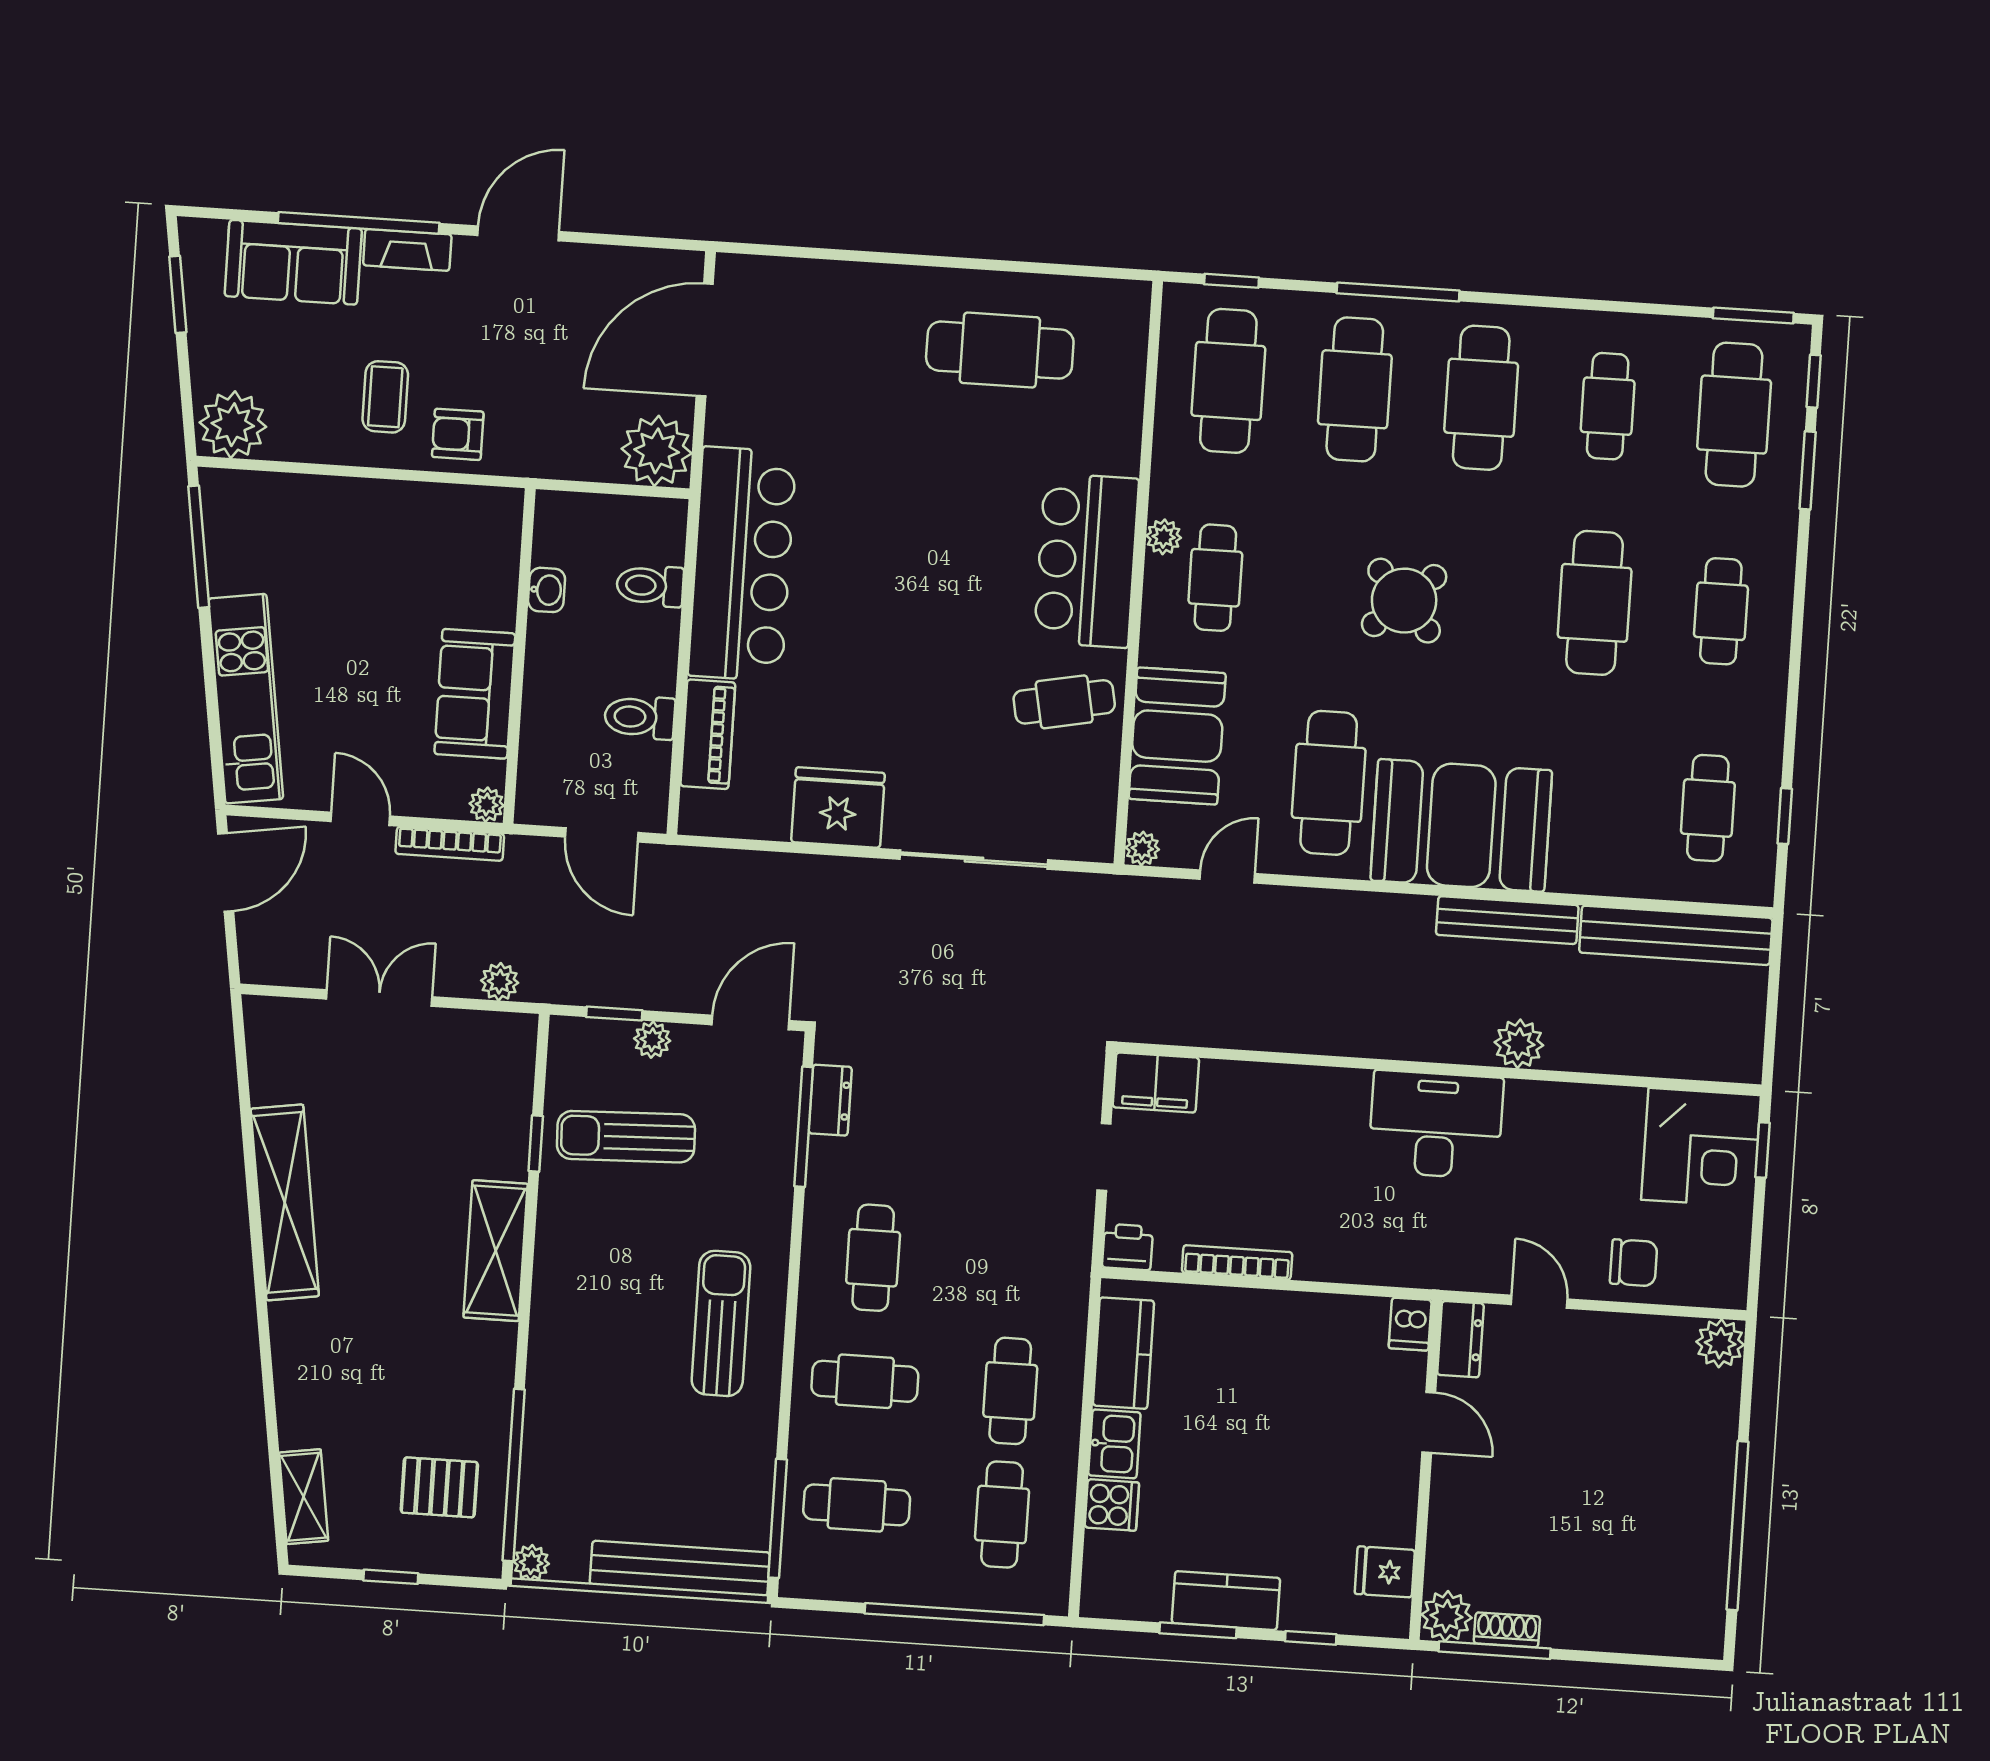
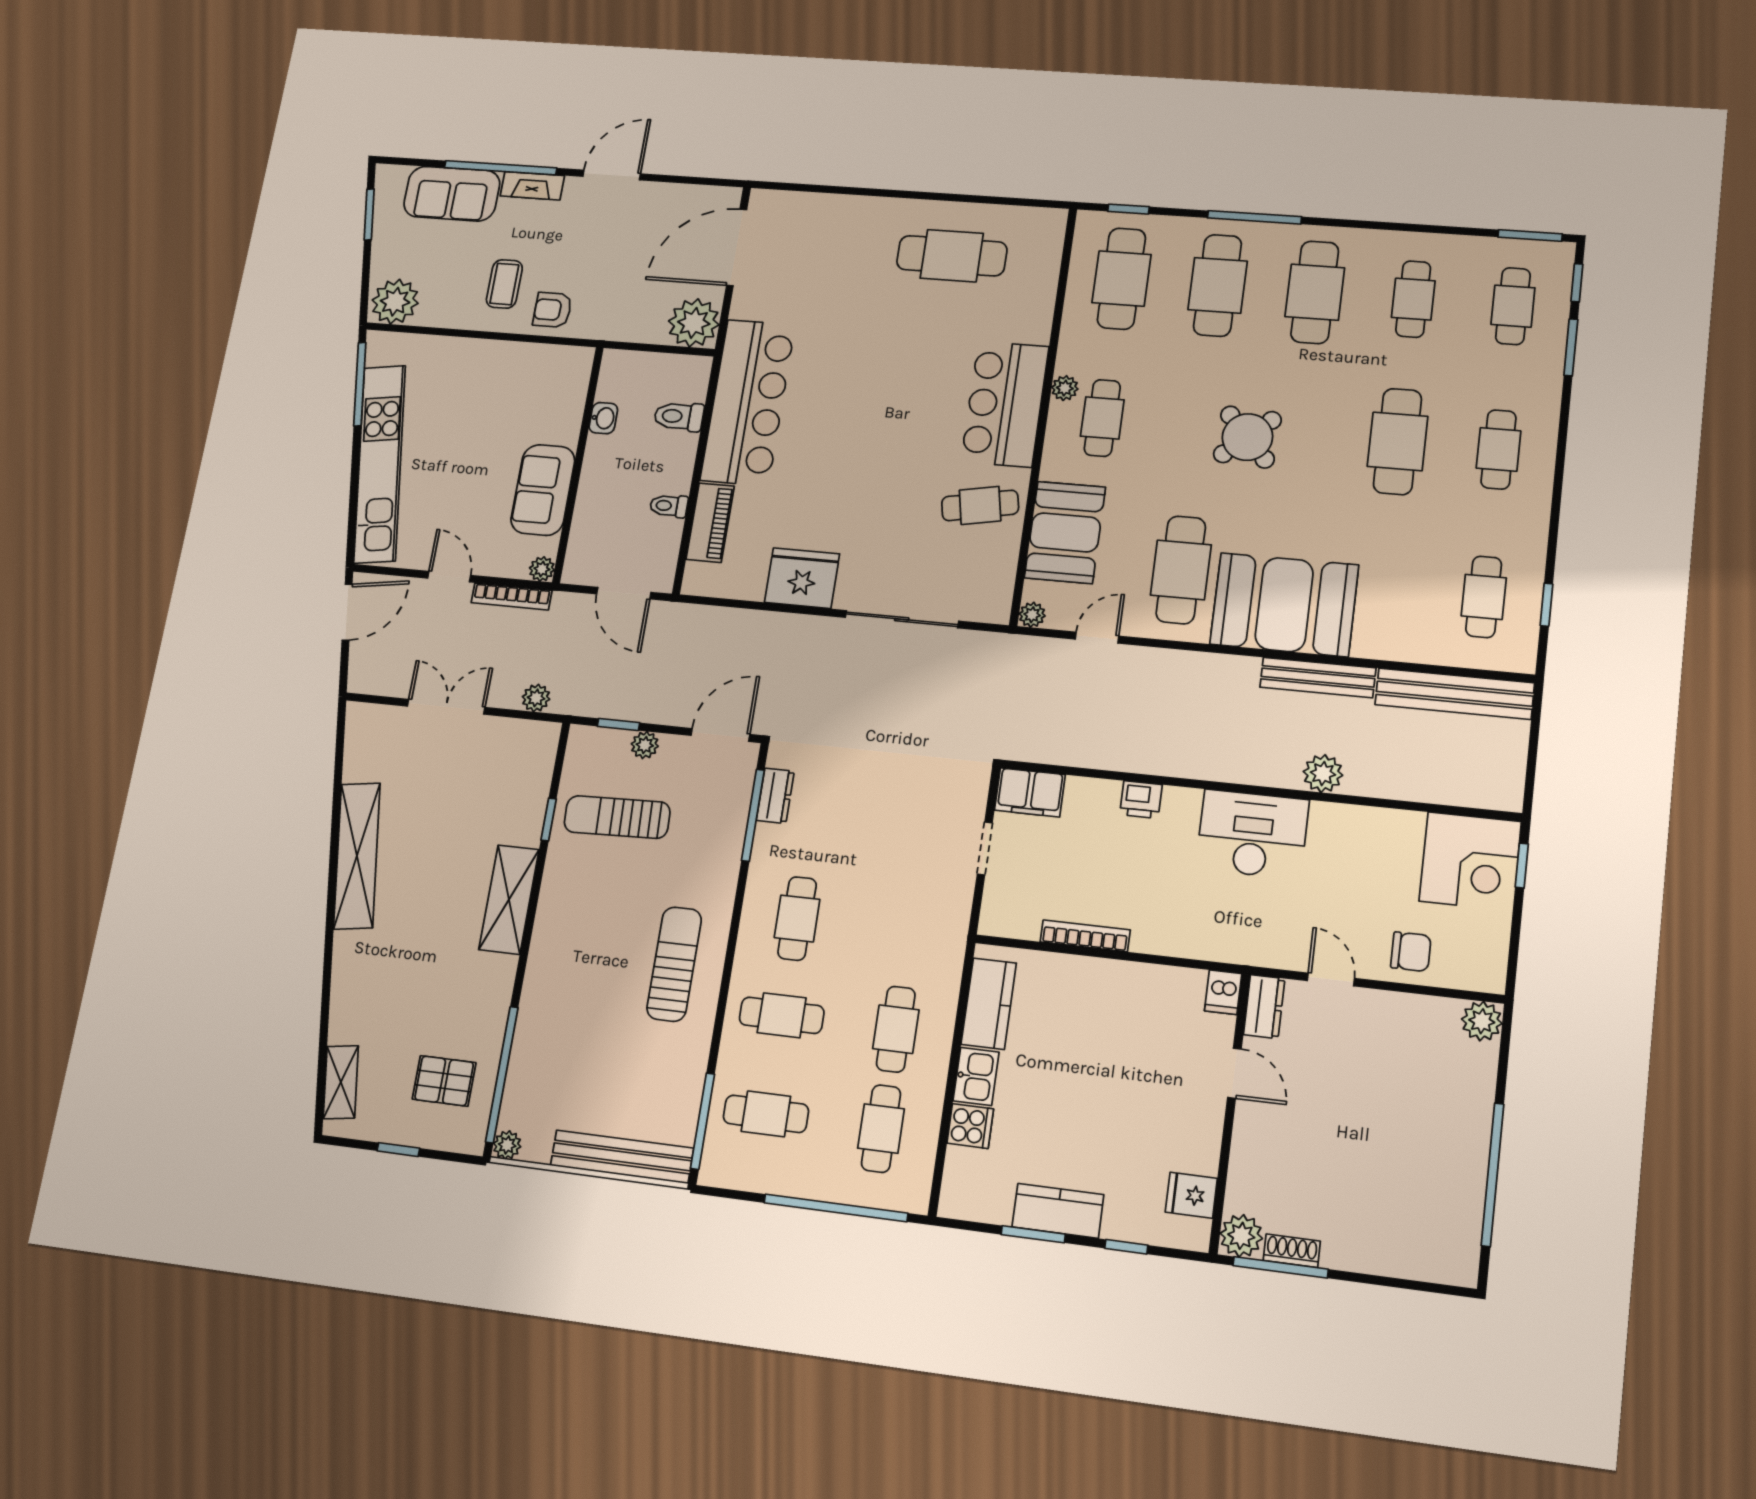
cafe table: (1734, 415) -> (1513, 306), width x0.73, depth x0.74
kitchen unit: (246, 699) -> (380, 464), width x1.36
toilet: (640, 717) -> (669, 506), width x0.73, depth x0.72
printer: (1128, 1247) -> (1141, 800), moved, turned 180

